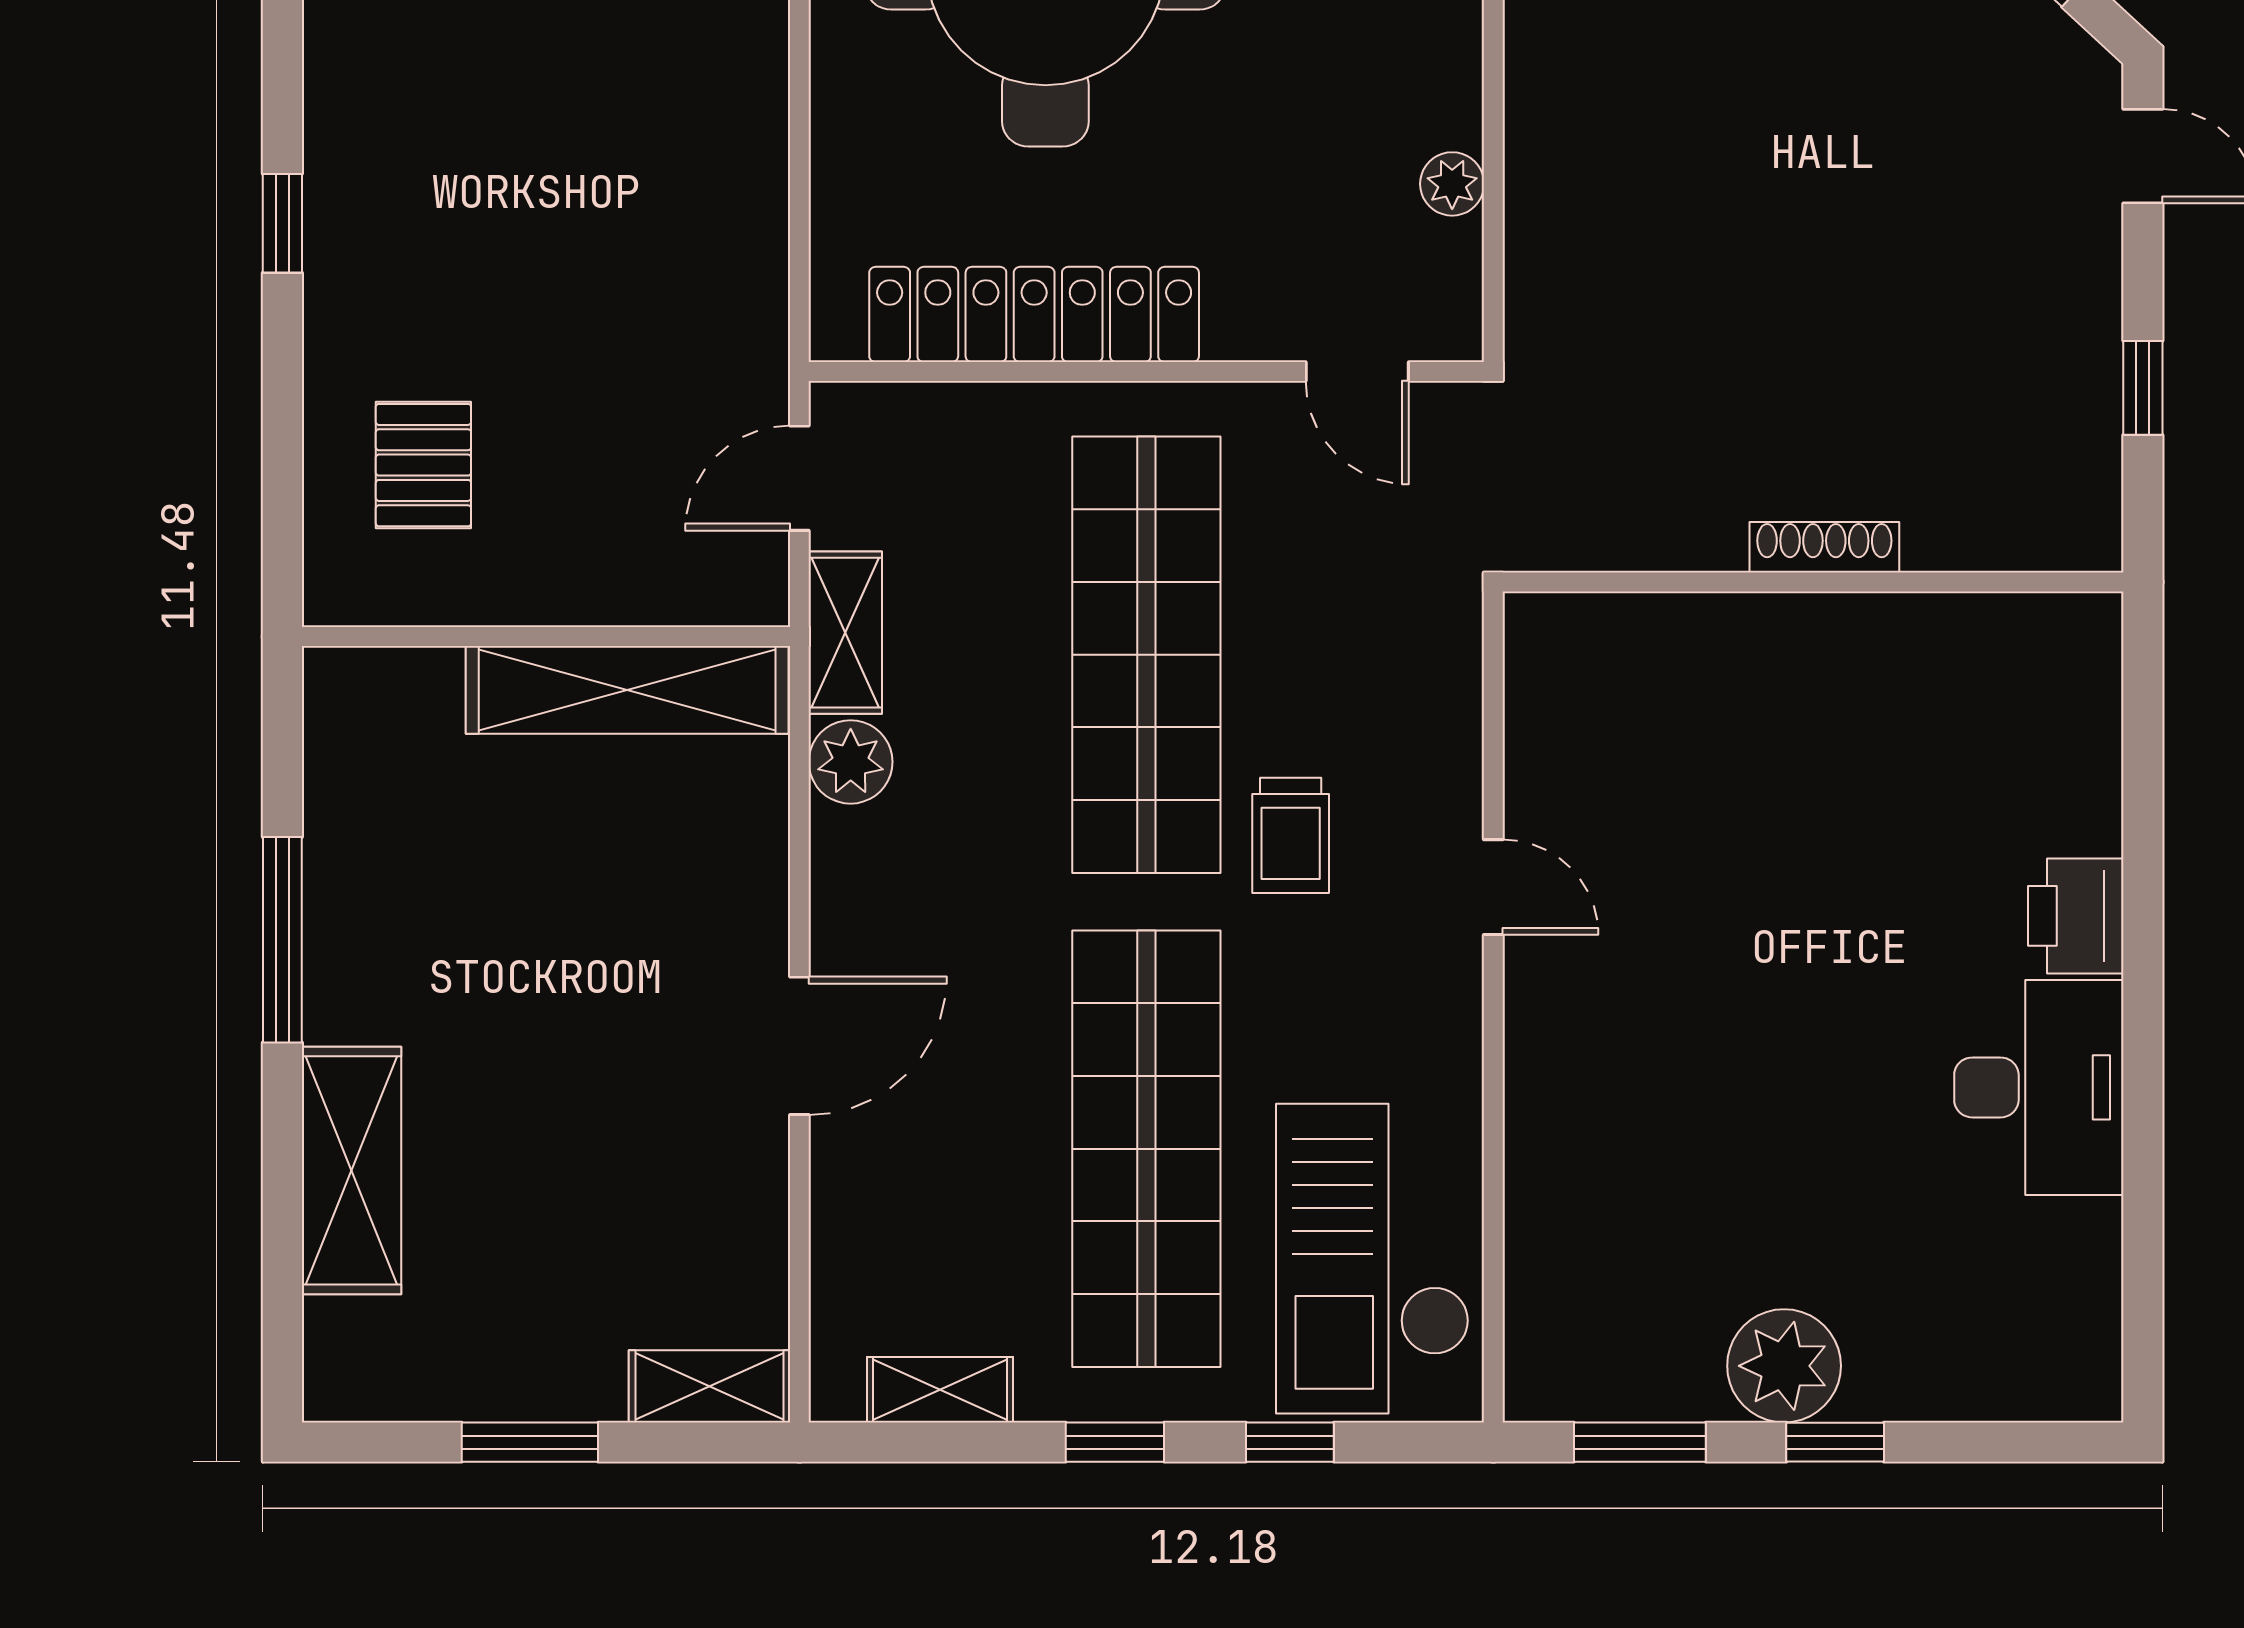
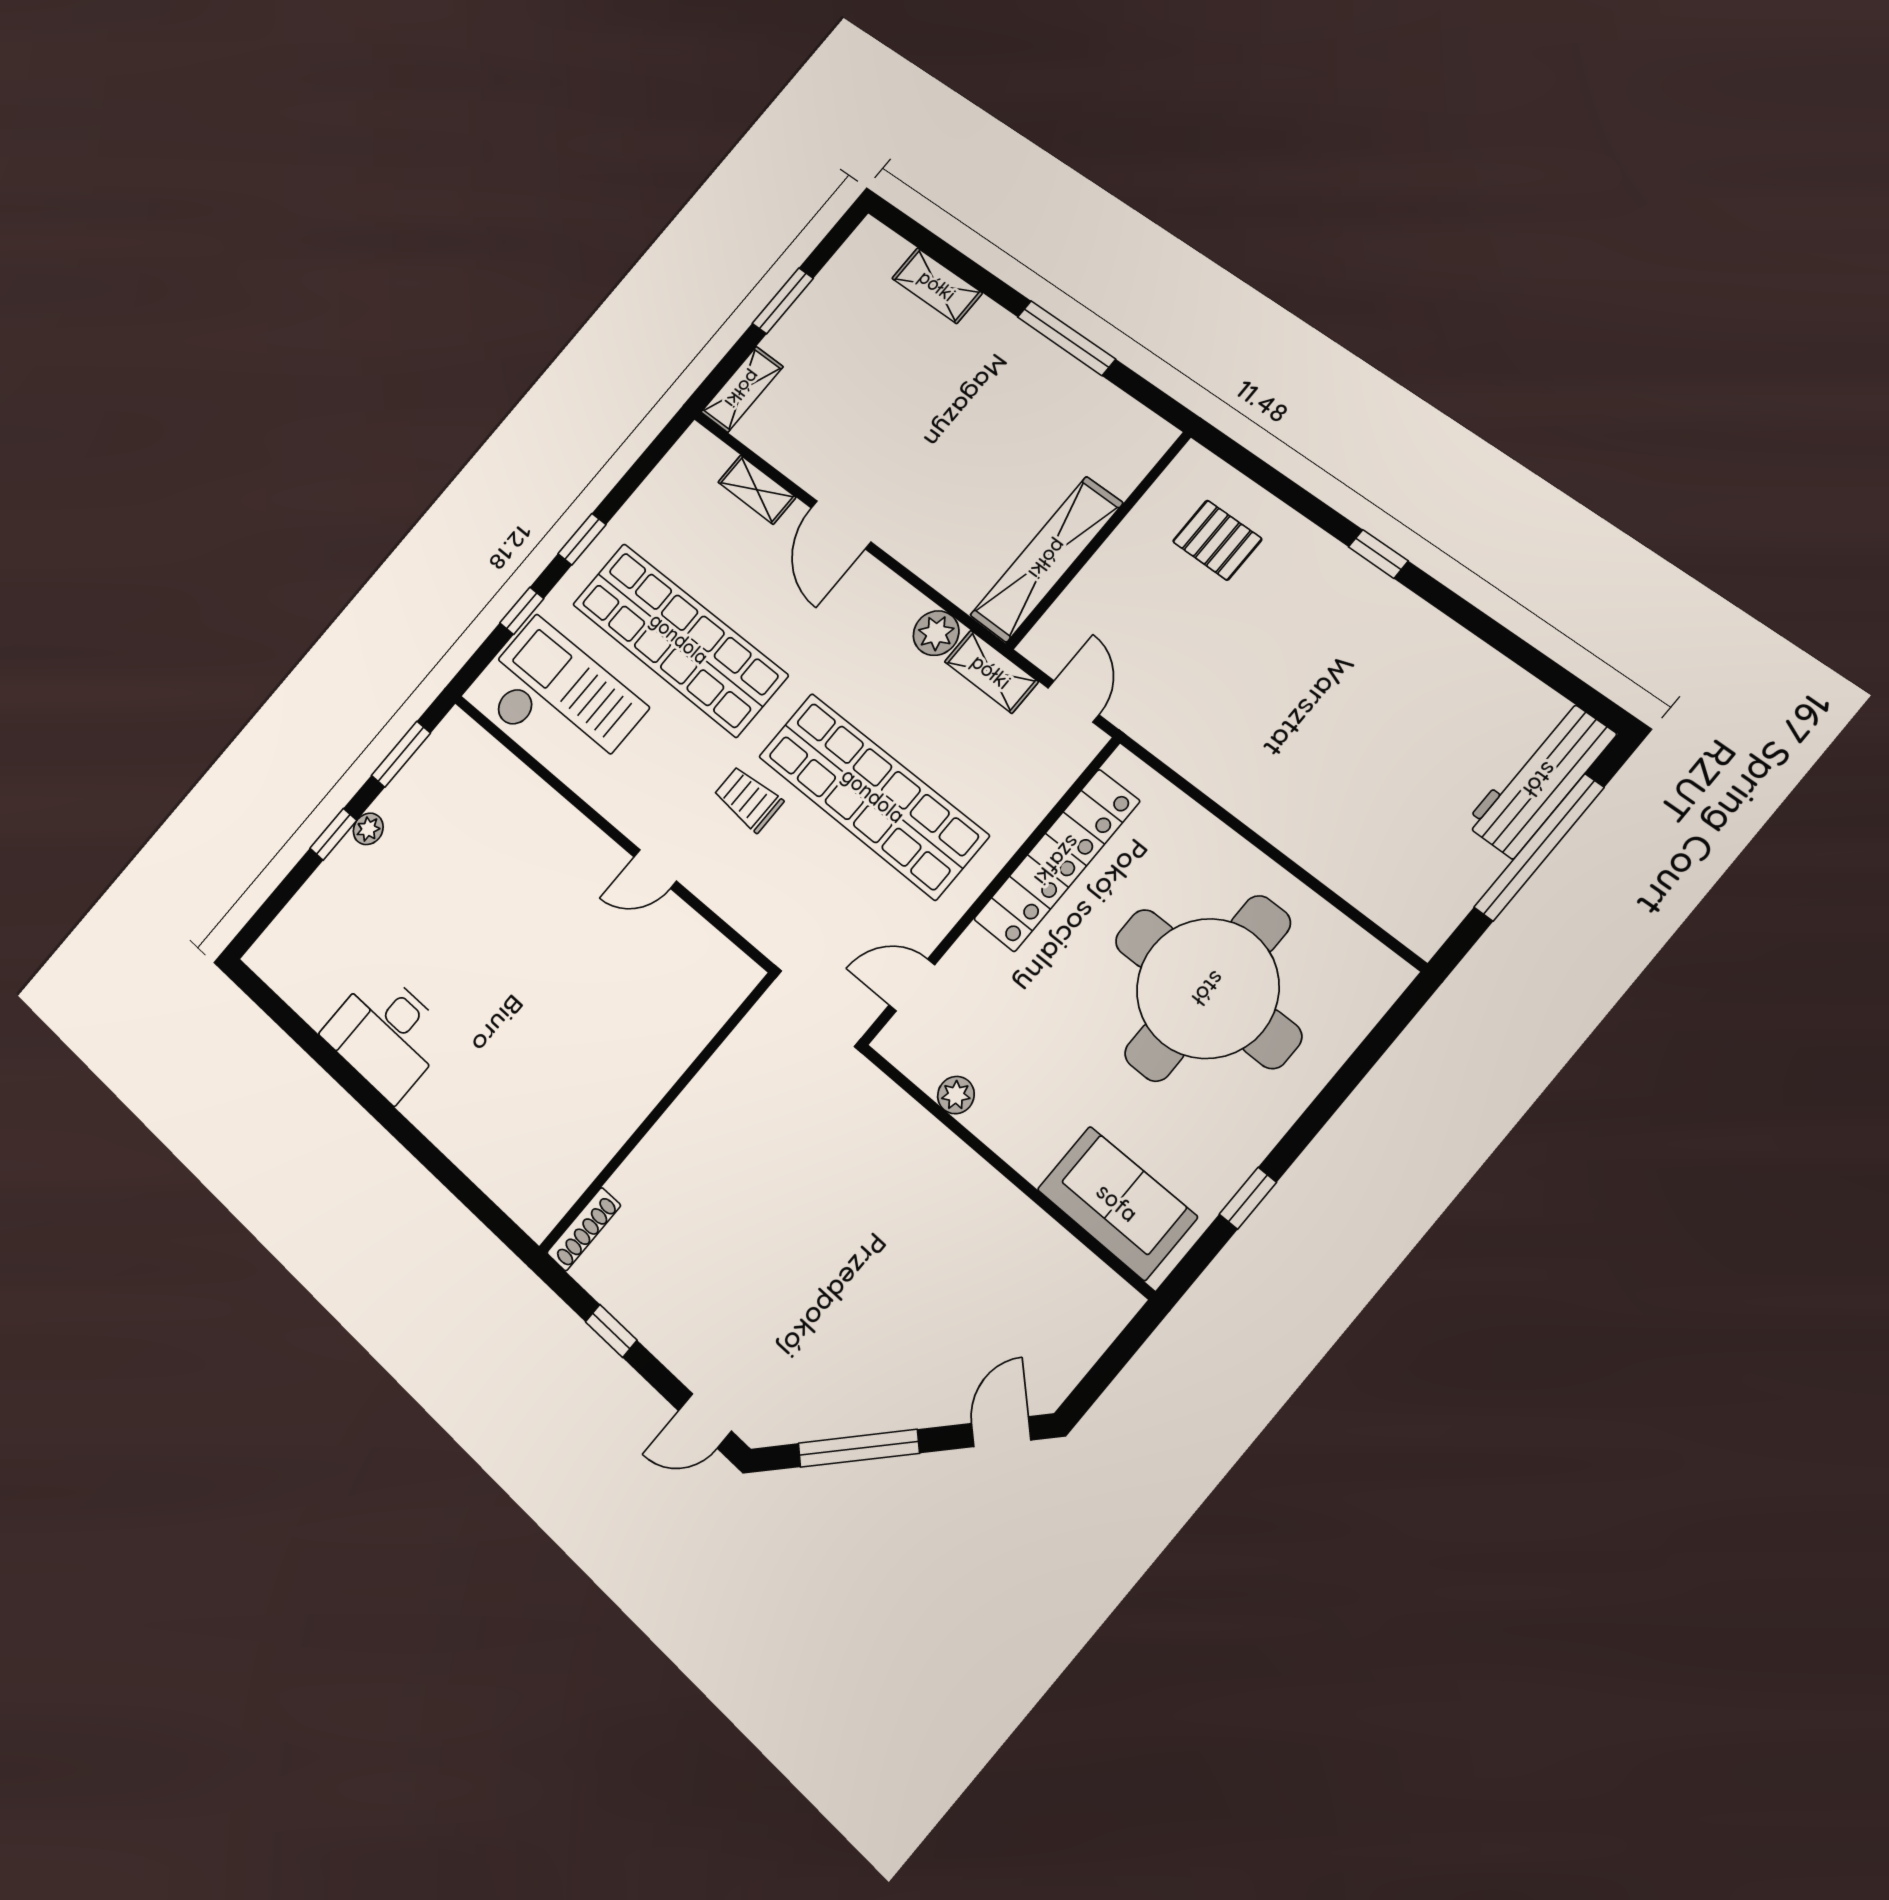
shoe rack: (1824, 547) -> (584, 1229), moved
printer: (2076, 916) -> (435, 1109), removed
shelving: (351, 1170) -> (937, 286), width x0.67, depth x0.75
plant: (1784, 1366) -> (368, 829), width x0.53, depth x0.53
shelving: (940, 1390) -> (757, 490), moved, turned 90

